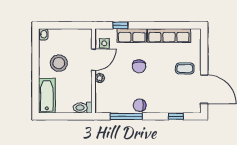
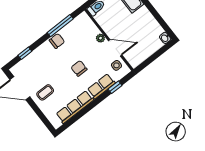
door: (93, 60) -> (115, 48), swing flipped
stool: (59, 63) -> (138, 26), removed

